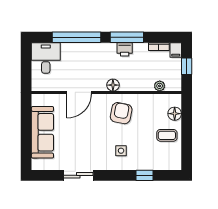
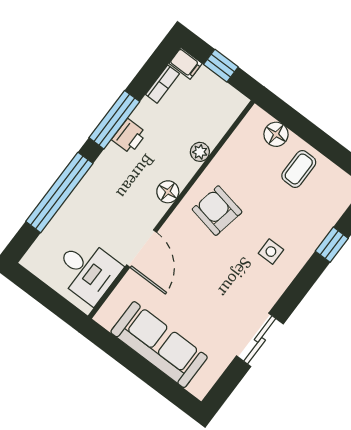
desk: (46, 58) -> (87, 271), moved, turned 180
plant: (160, 86) -> (200, 152), moved

